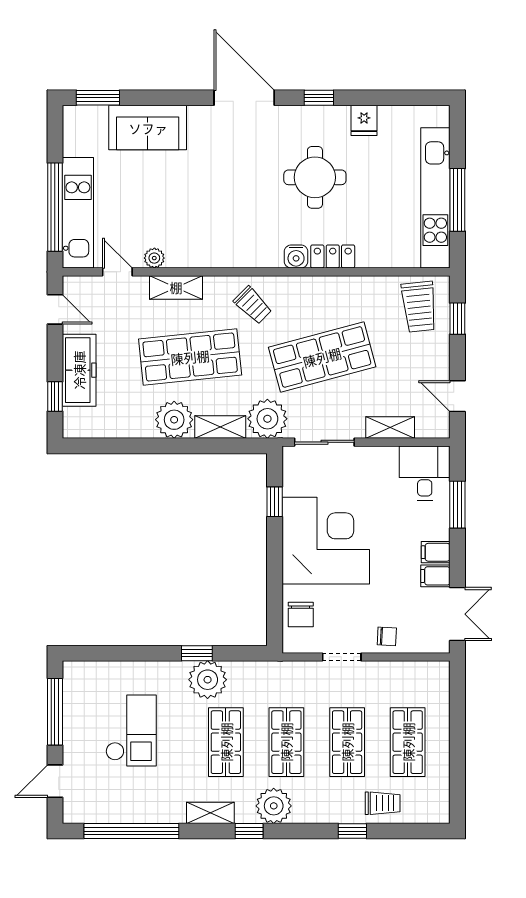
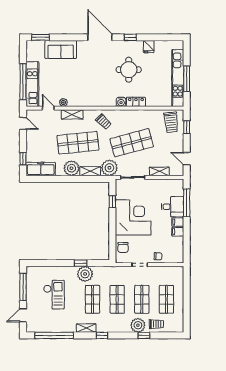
freezer: (79, 370) -> (41, 169), moved, turned -90
desk: (425, 473) -> (173, 207), moved, turned 90
window: (457, 505) -> (187, 203), width x1.44
double door: (457, 614) -> (187, 247), removed
plant: (274, 806) -> (138, 325), moved

